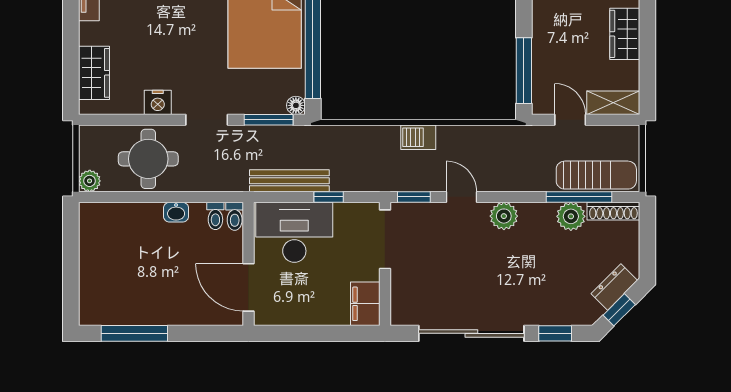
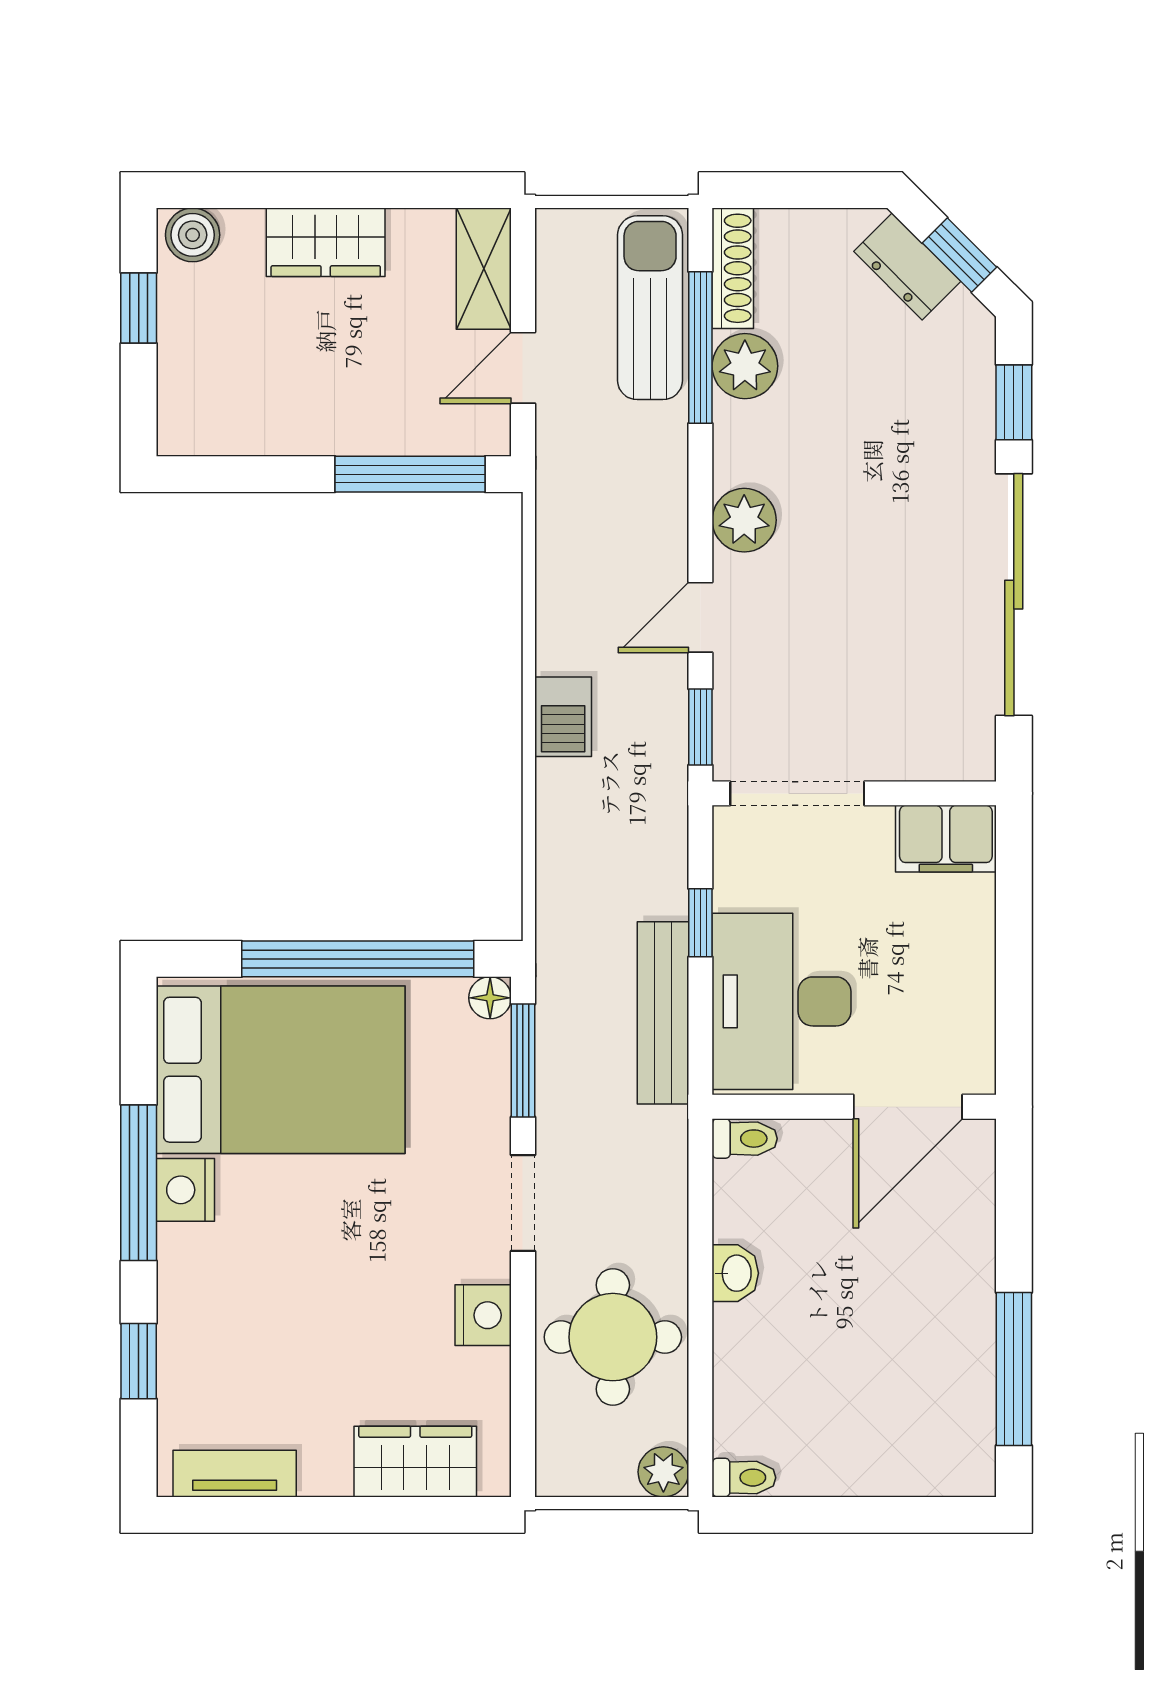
toilet: (215, 216) -> (744, 1478), moved

